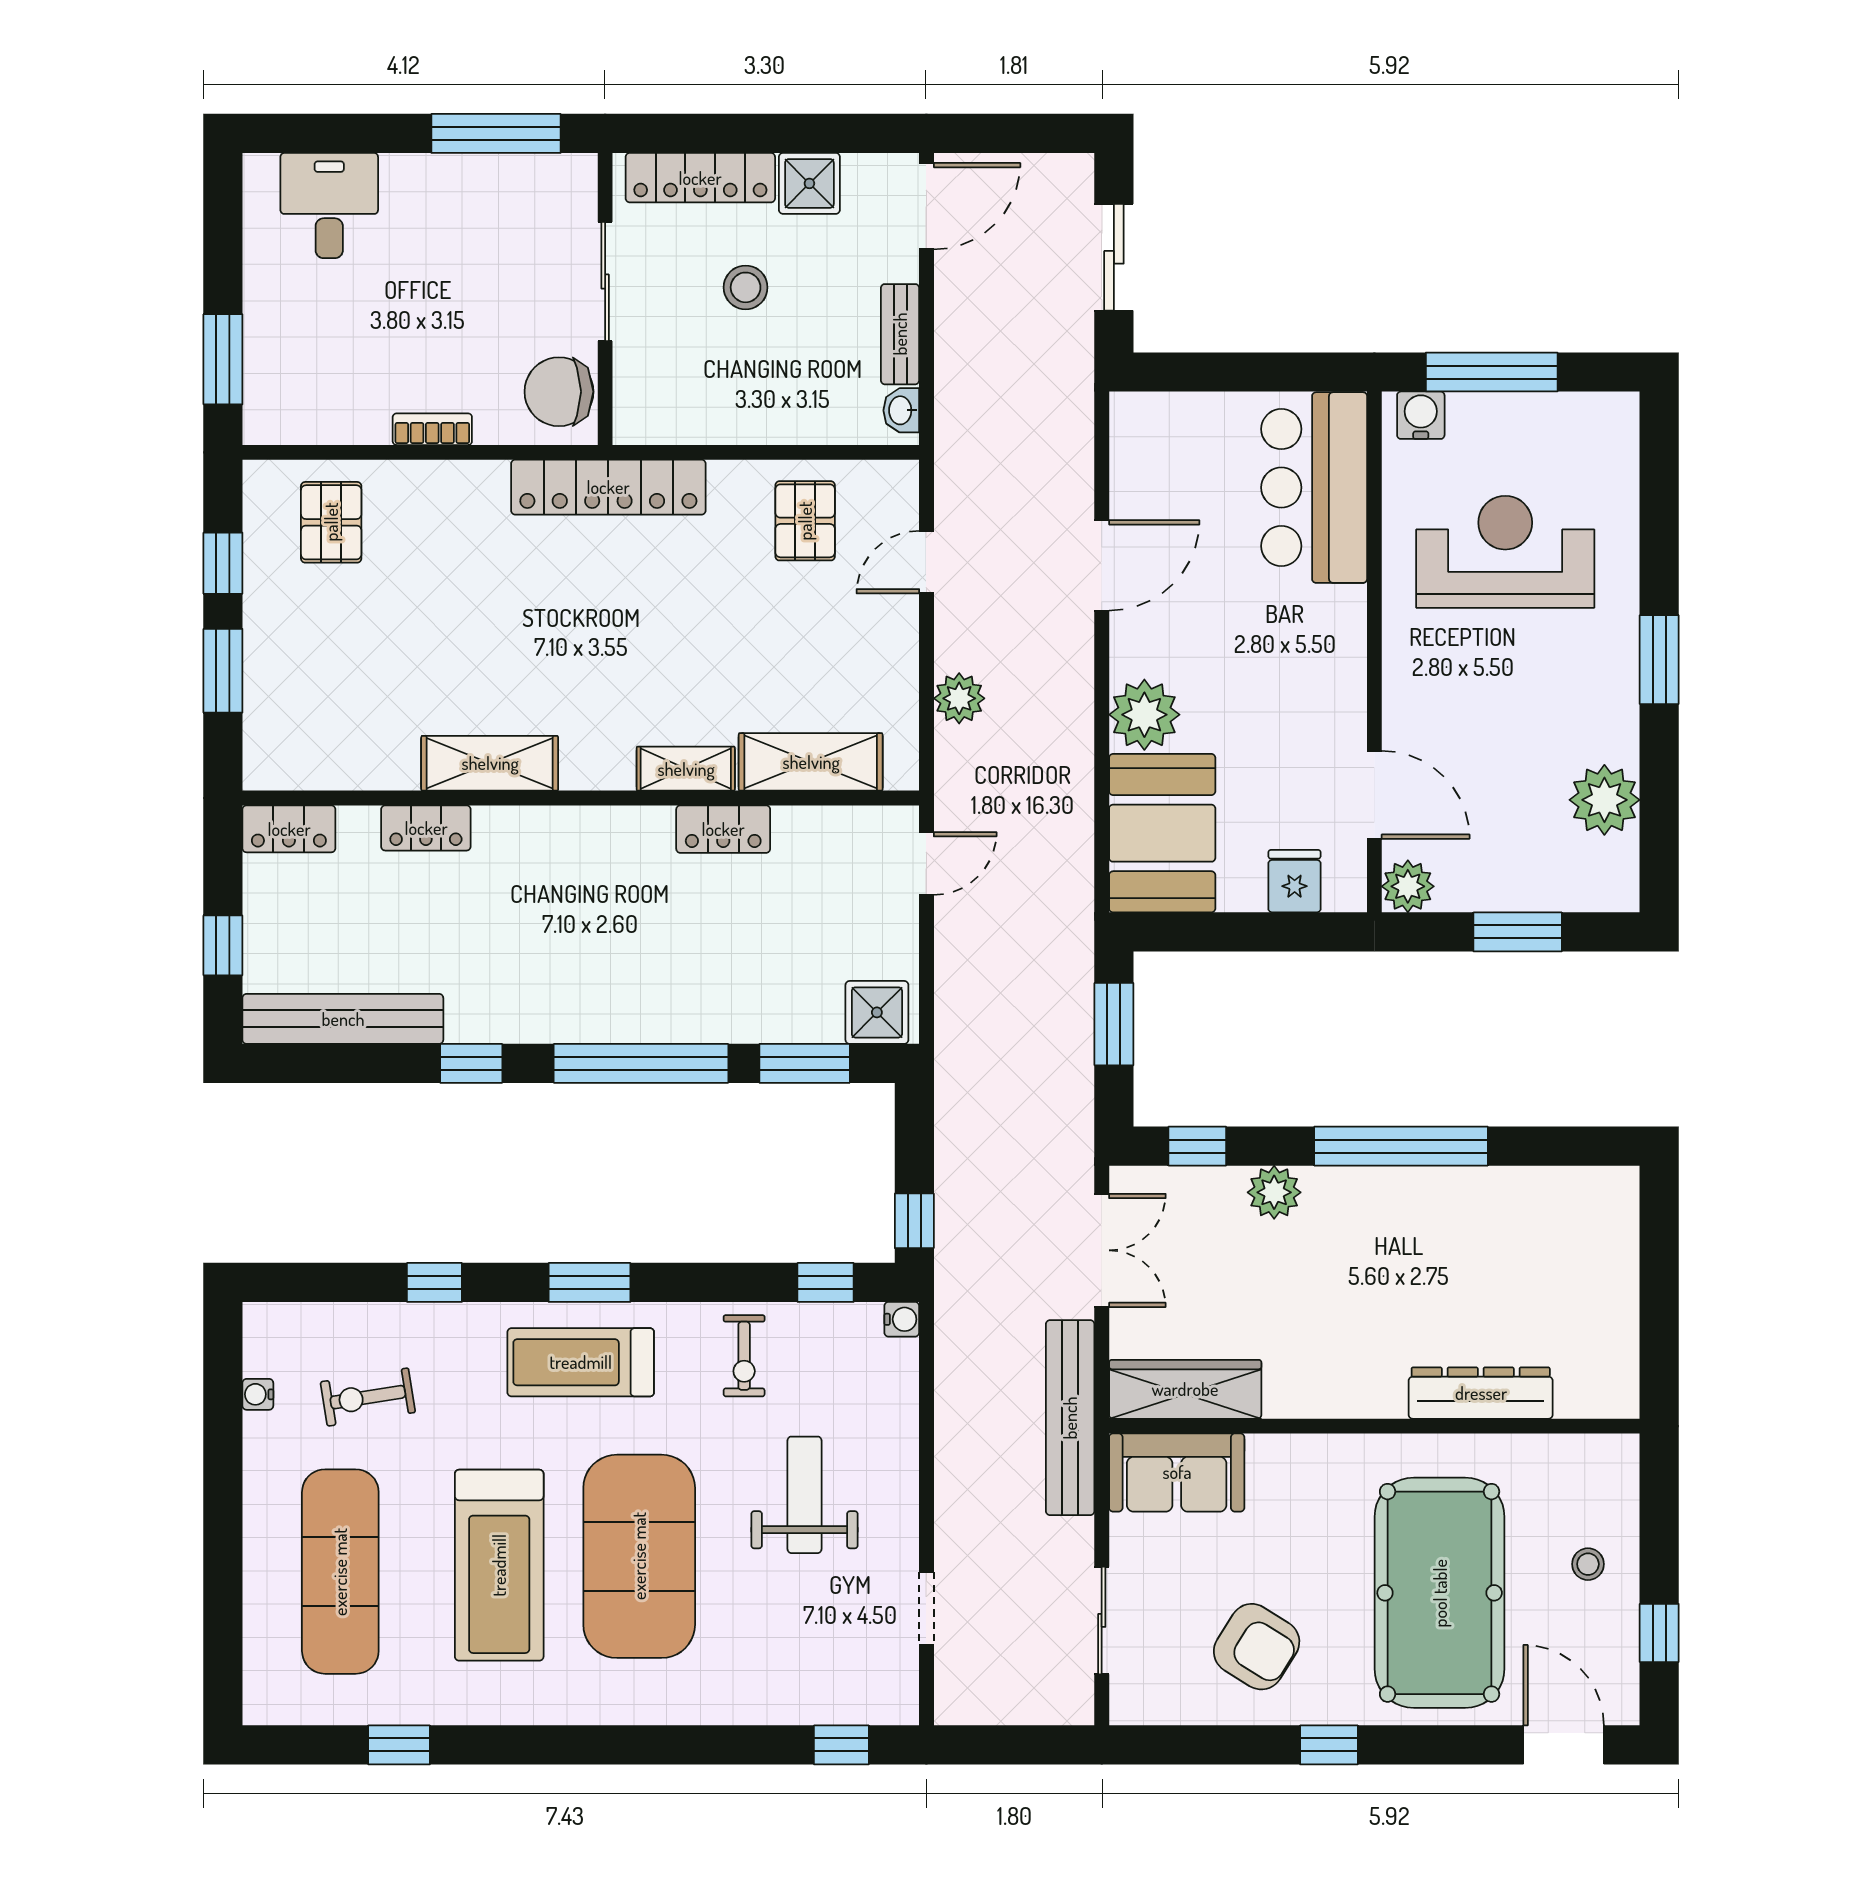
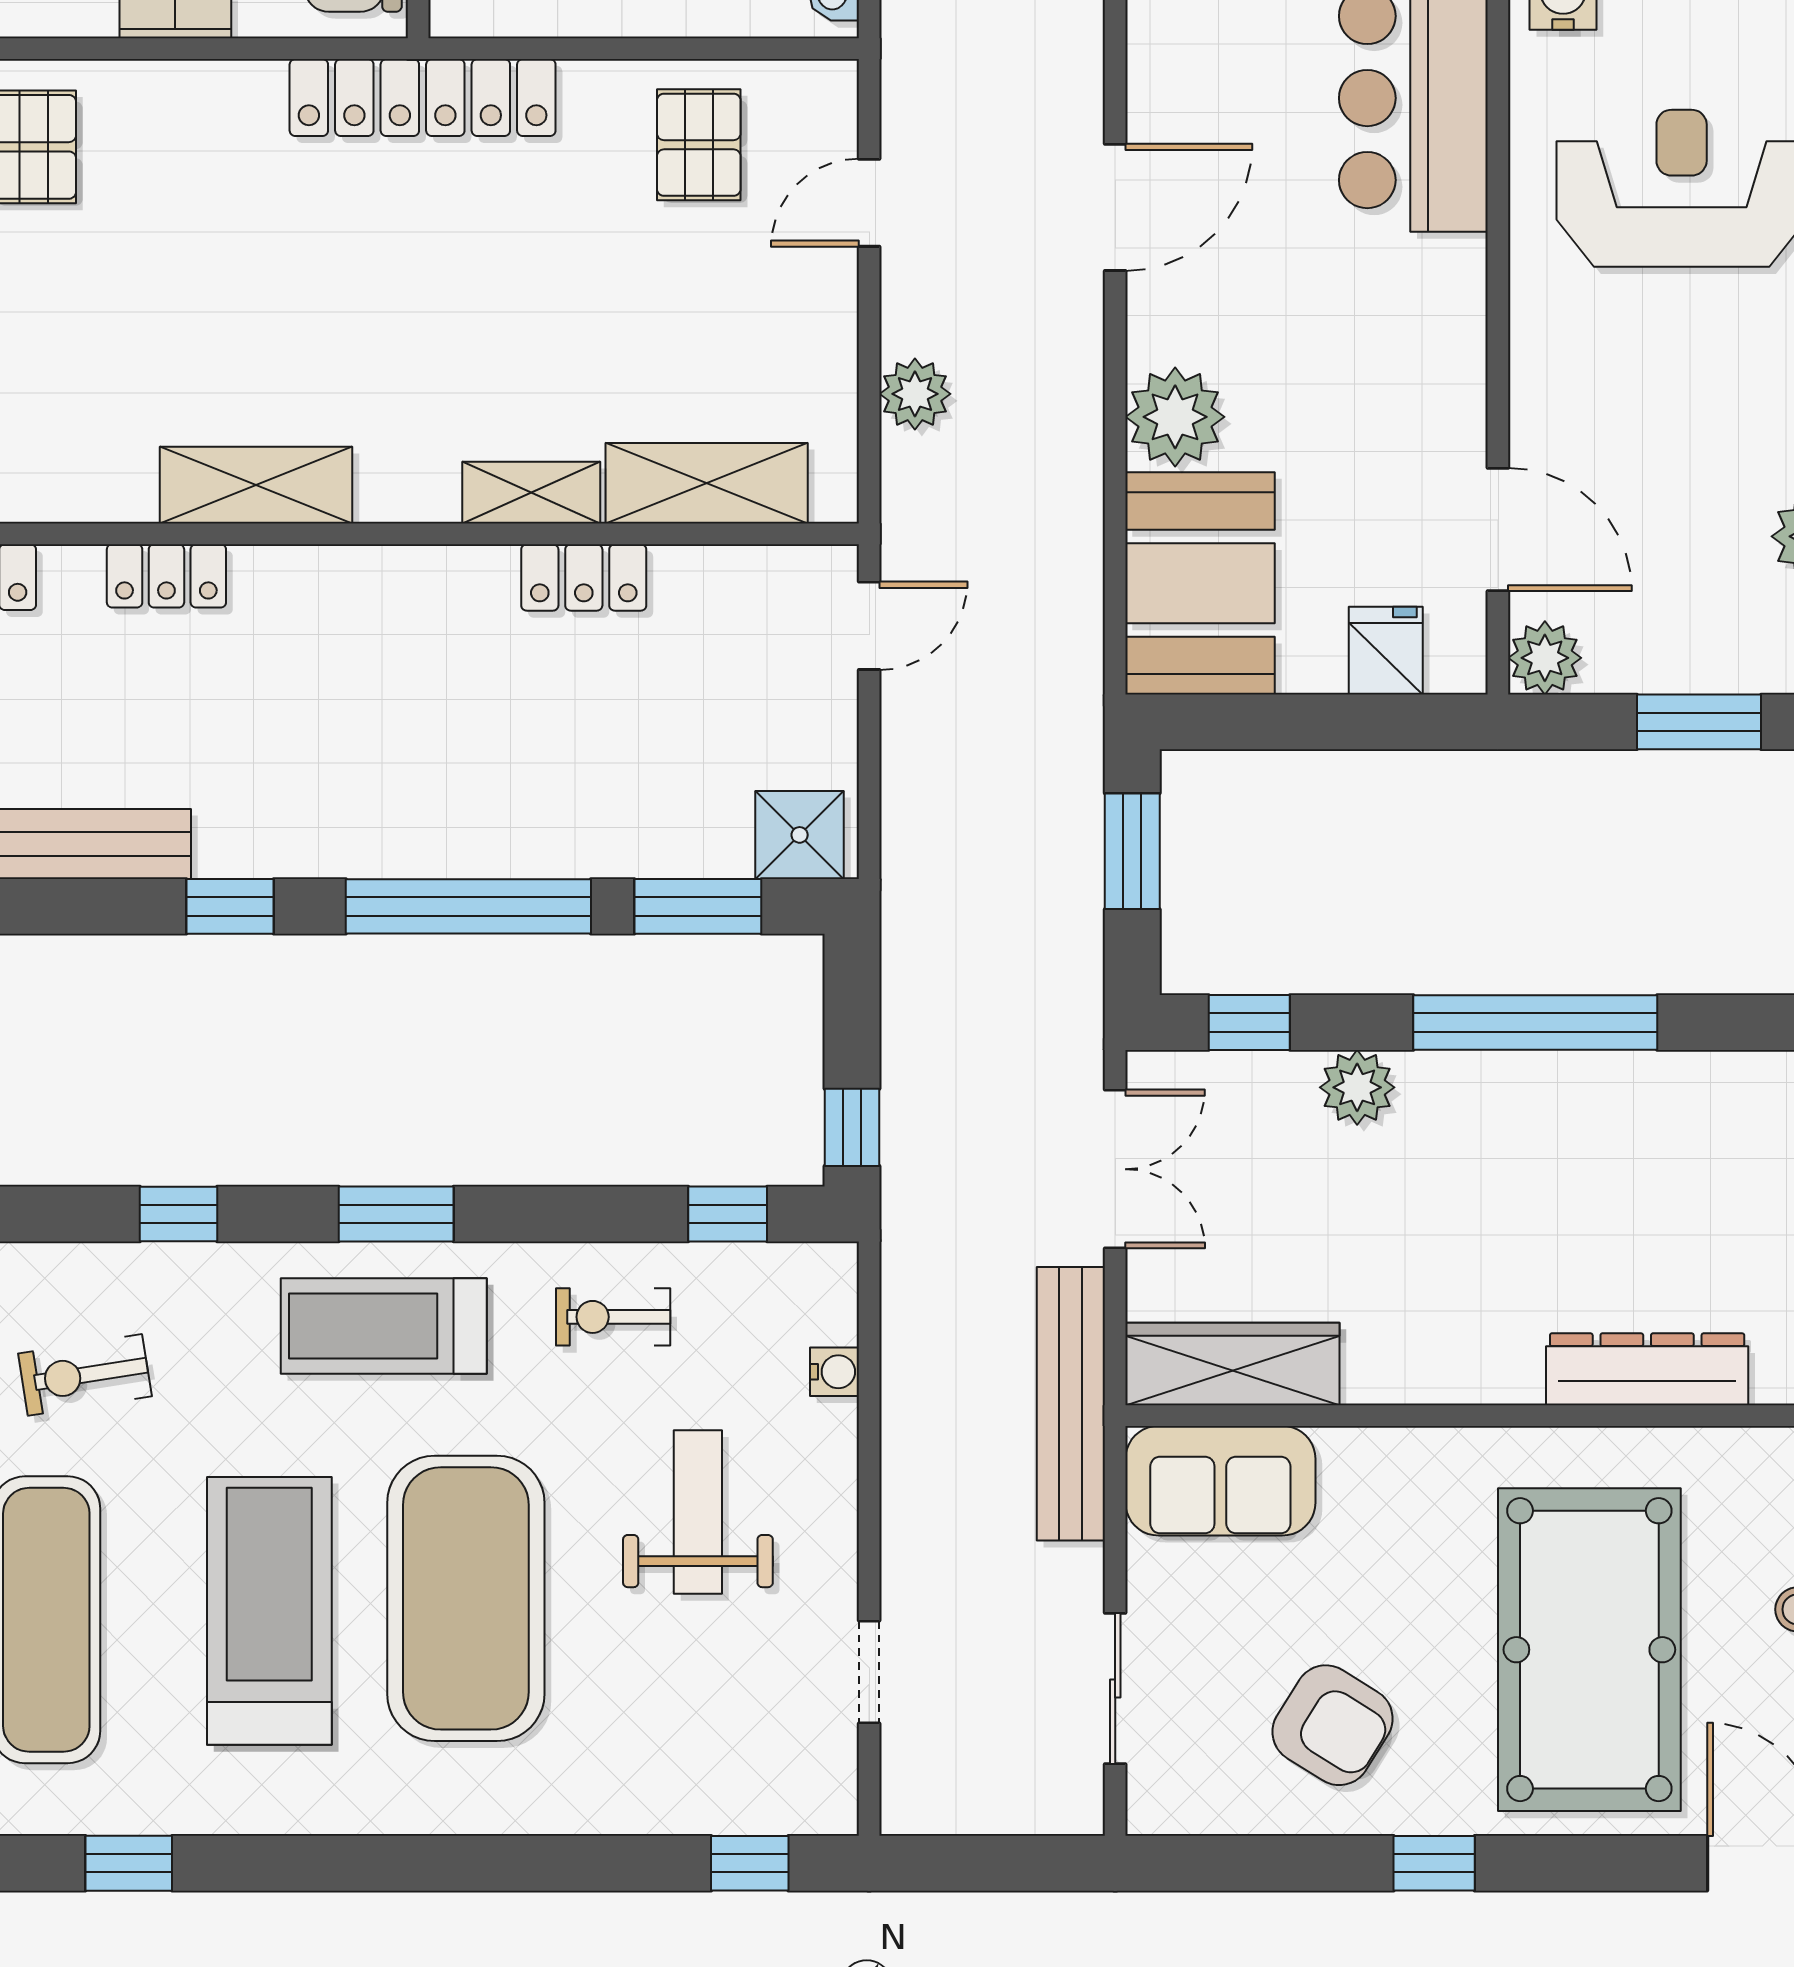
water cooler: (902, 1319) -> (834, 1372), moved
exercise bike: (744, 1356) -> (613, 1317), turned 90
treadmill: (499, 1565) -> (269, 1611), turned 180

